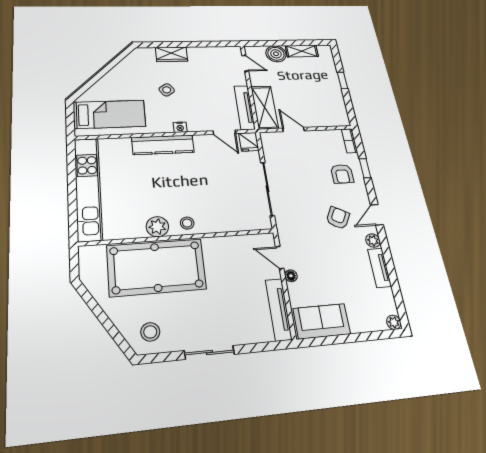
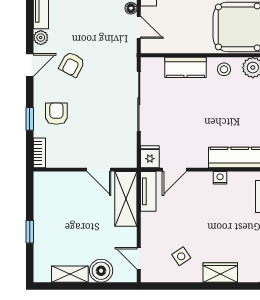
side table: (167, 90) -> (181, 256), moved
tv unit: (244, 108) -> (148, 191), width x0.71
door: (224, 132) -> (174, 170), swing flipped
kitchen counter: (227, 222) -> (185, 67), added

